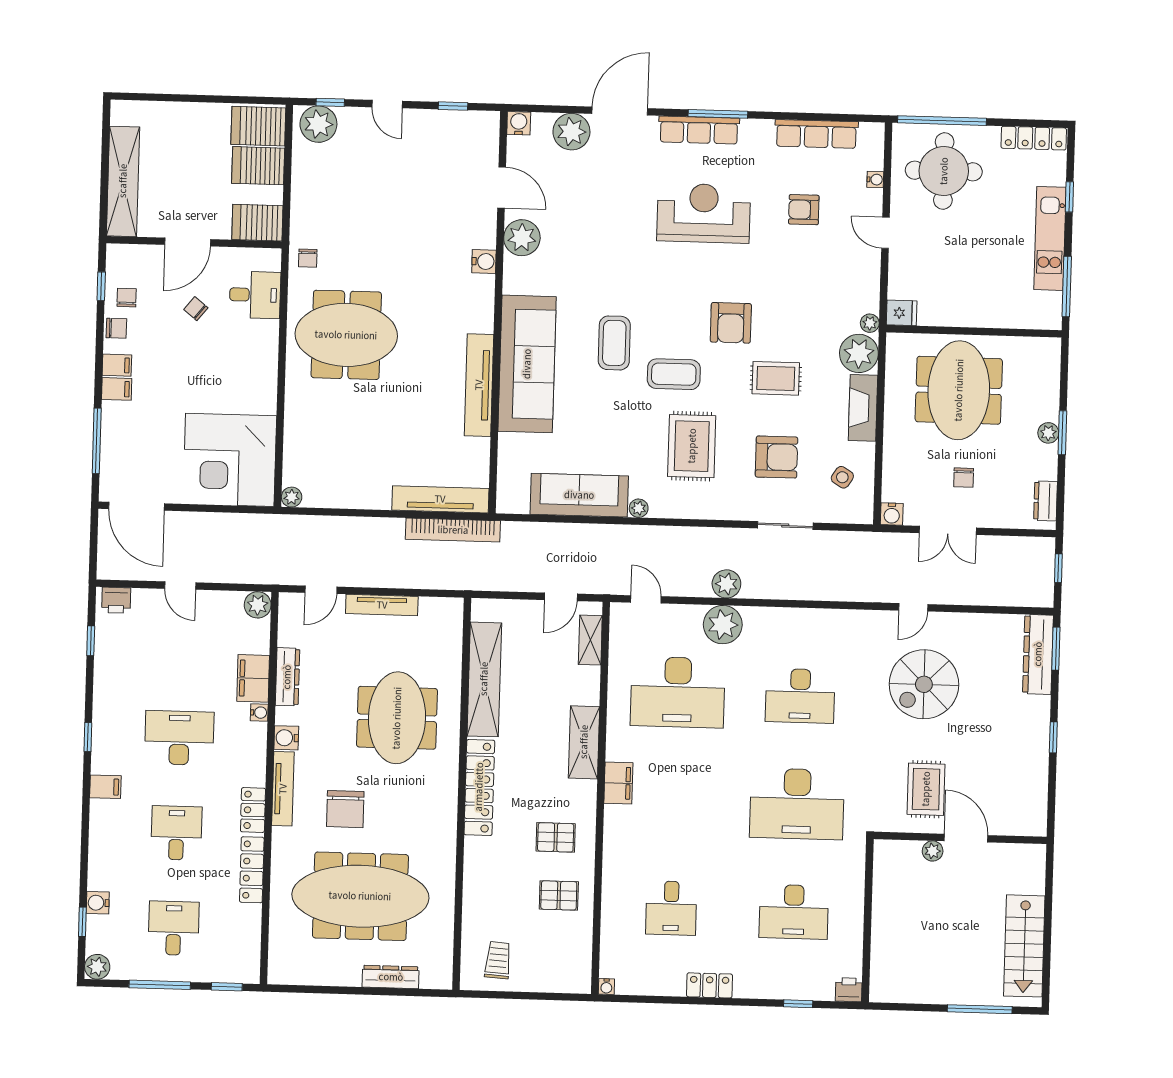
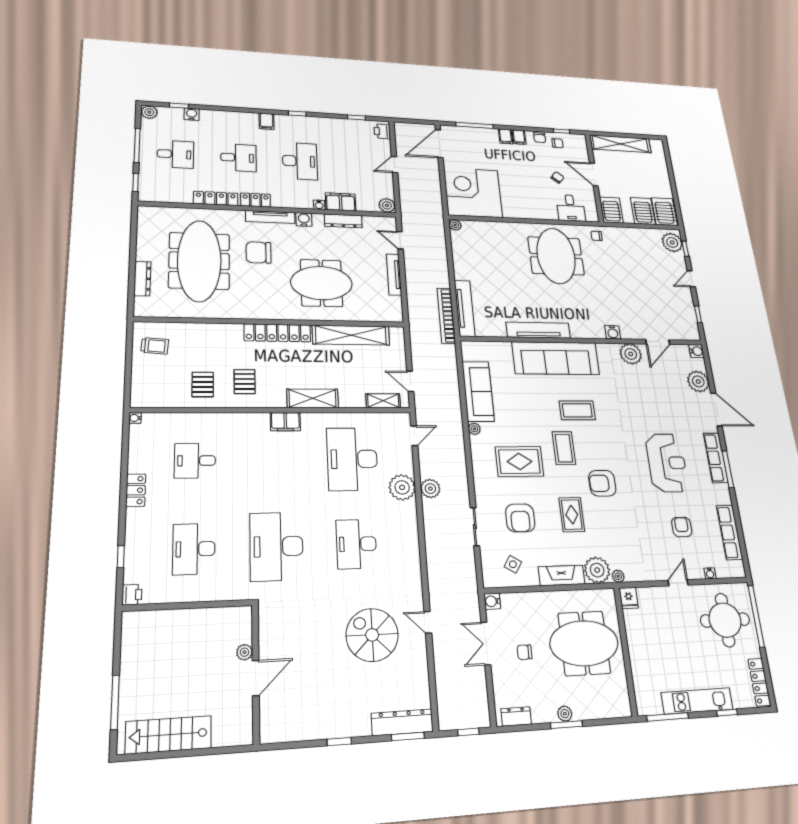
rug: (926, 789) -> (293, 643), removed

